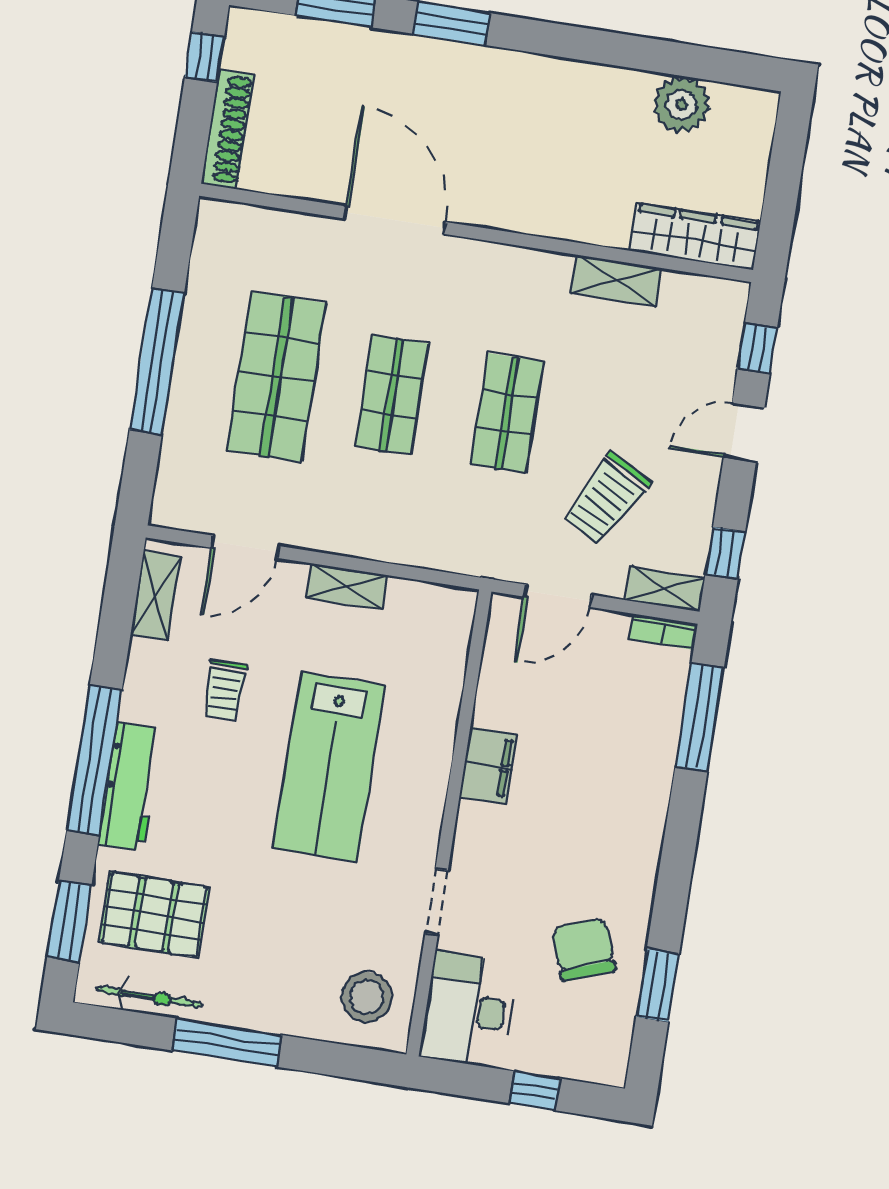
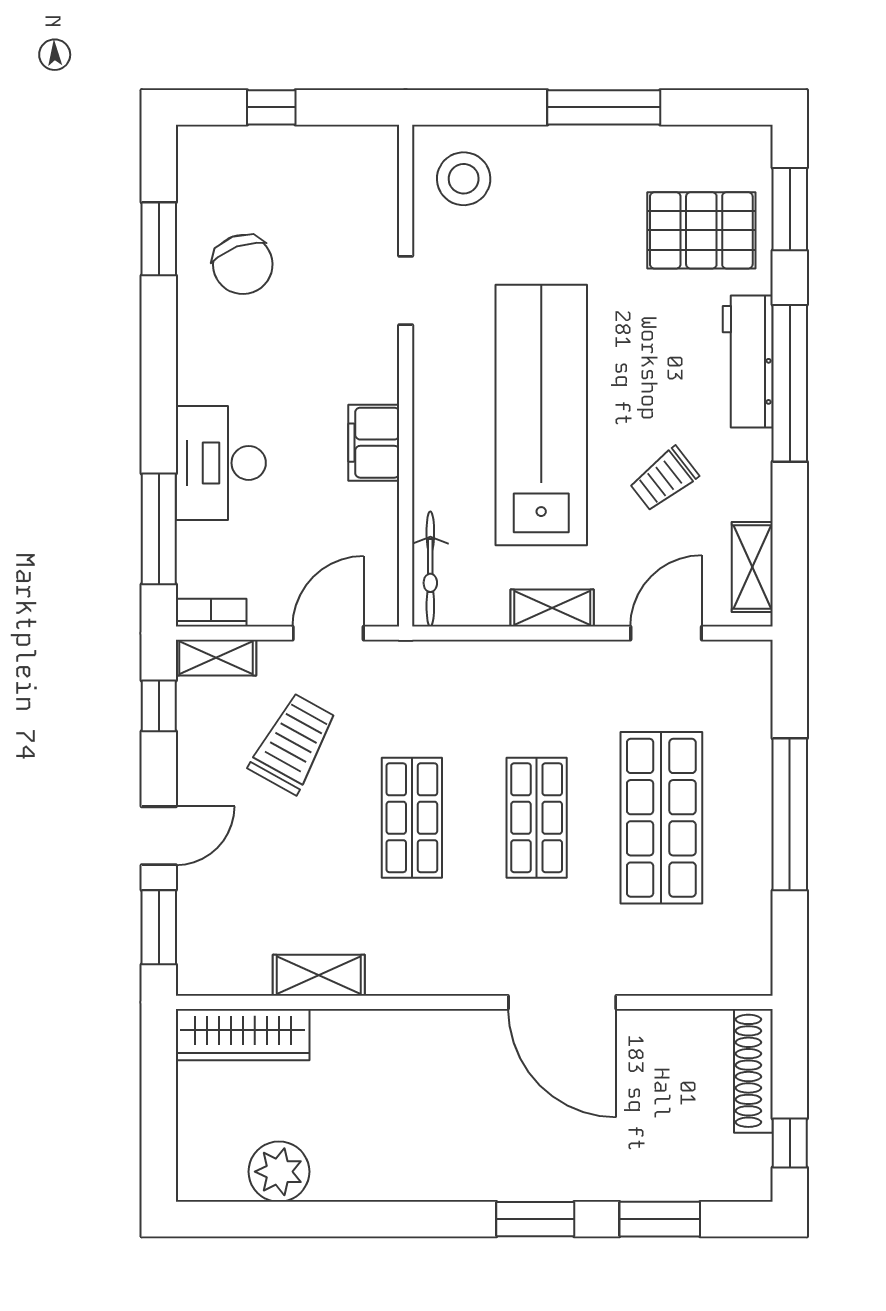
window: (757, 348) -> (159, 927), width x1.50
trolley: (225, 690) -> (664, 479), turned -128
lab bench: (329, 767) -> (541, 415), width x1.36
bicycle: (149, 997) -> (430, 569), moved, turned -90
desk: (468, 1010) -> (221, 463), moved, turned 180

